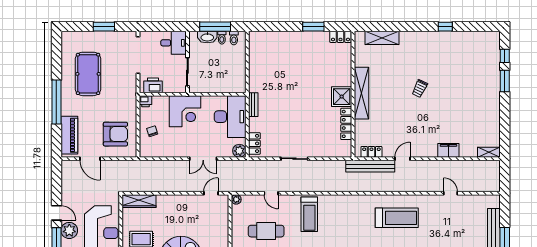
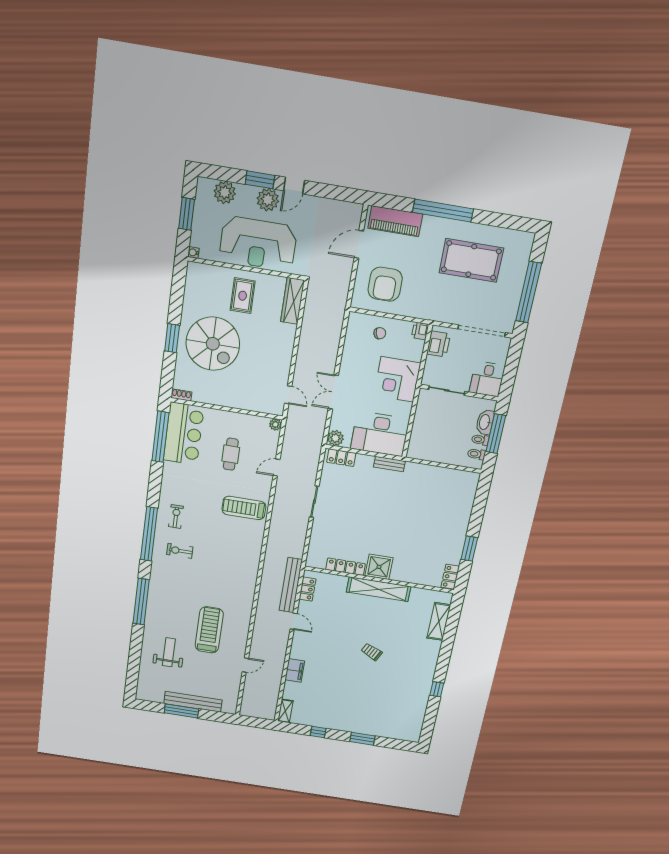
window: (104, 27) -> (529, 292), width x2.11
window: (505, 56) -> (318, 732), moved
treadmill: (397, 218) -> (209, 630), moved, turned 180
cafe table: (266, 231) -> (231, 454), width x0.73, depth x0.74

